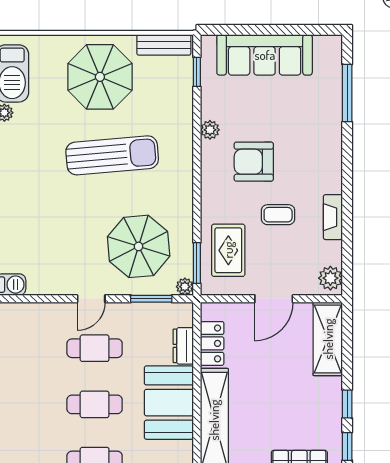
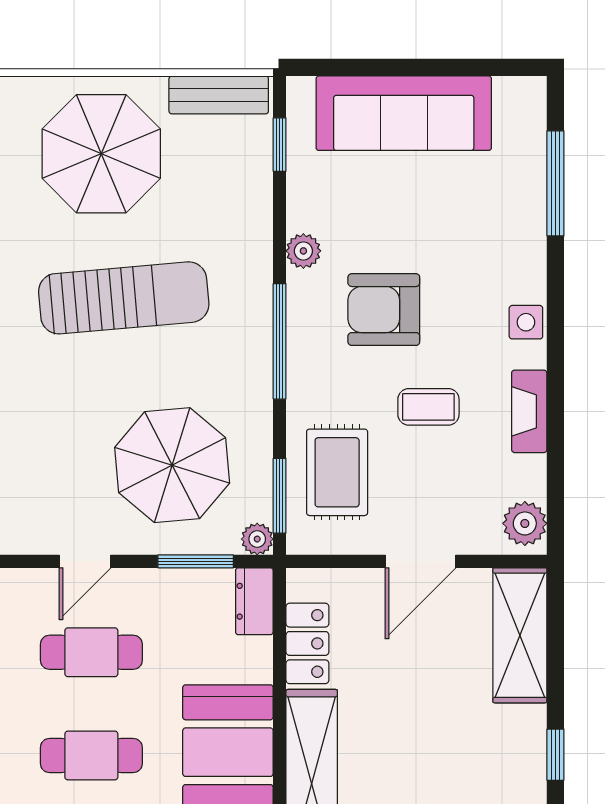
side table: (331, 169) -> (526, 322), added
window: (197, 179) -> (280, 341), added
dresser: (183, 346) -> (254, 601), moved

